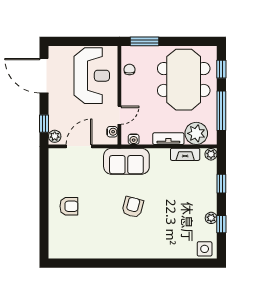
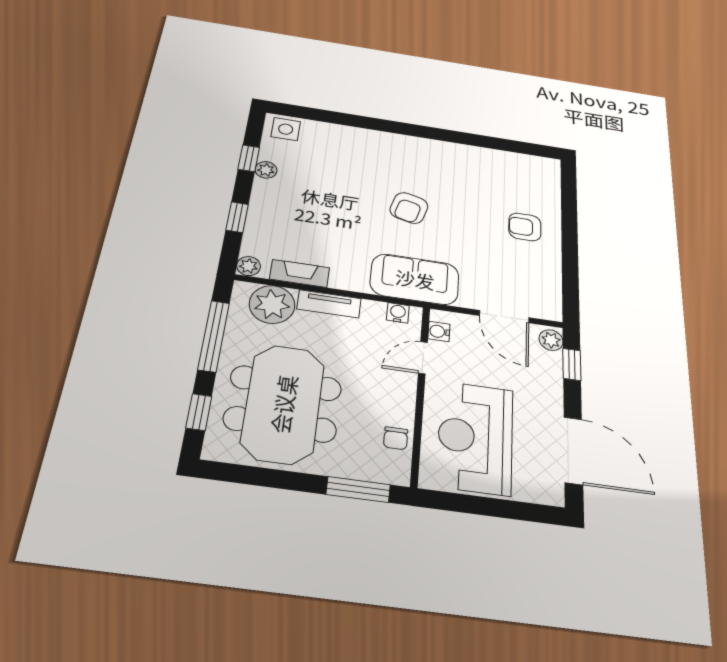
door: (79, 146) -> (504, 317), hinge flipped

